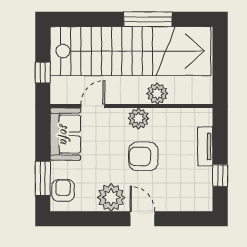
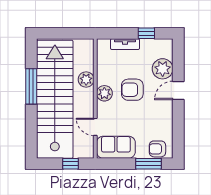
armchair: (143, 156) -> (132, 90), turned 90
plant: (111, 197) -> (163, 69), moved

